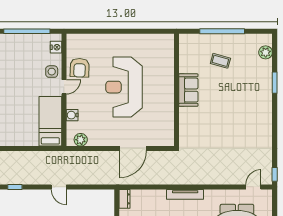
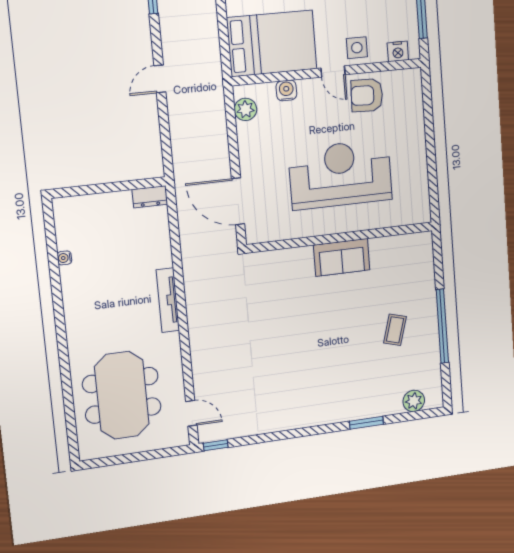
wall: (176, 90) -> (340, 237), moved
sofa: (188, 90) -> (342, 257), moved
bed: (50, 121) -> (272, 43), width x1.50

